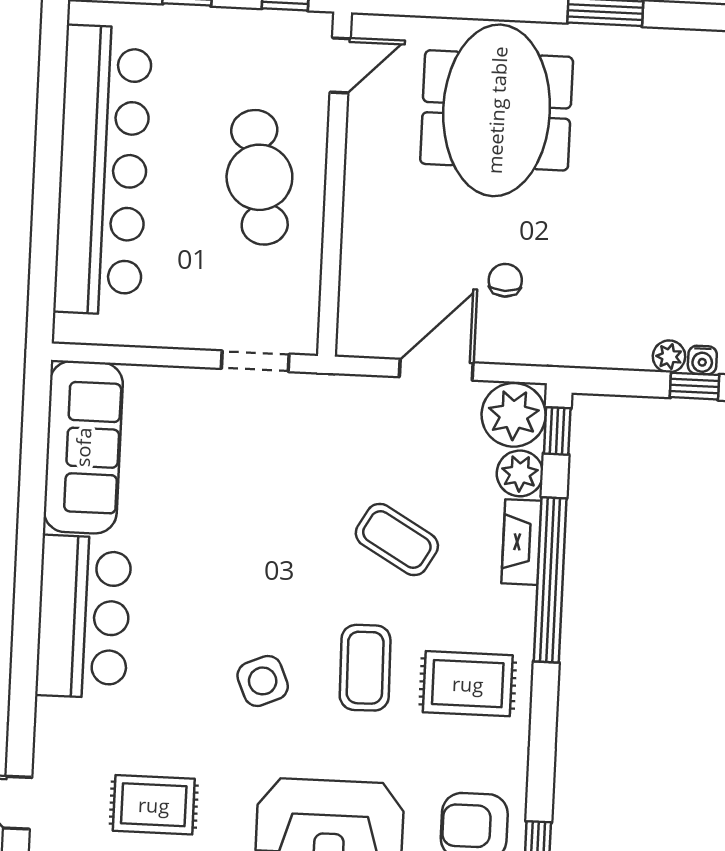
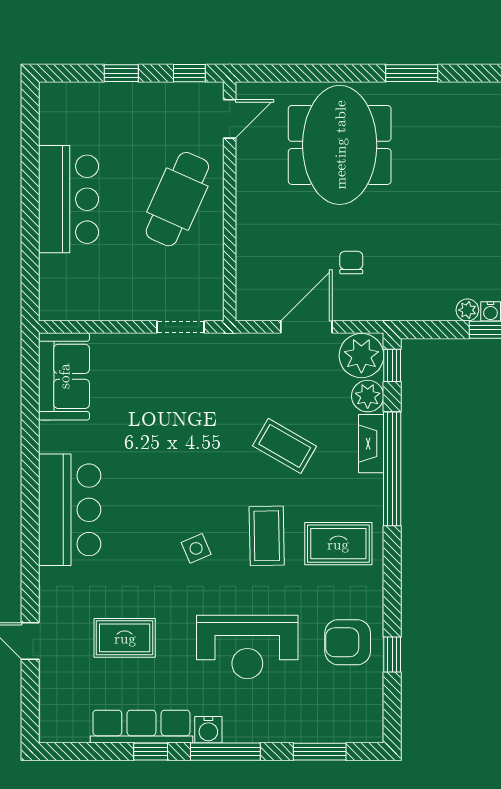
bar counter: (103, 170) -> (69, 199), width x0.54
cafe table: (259, 177) -> (177, 199), turned 33
sofa: (83, 447) -> (64, 376), width x0.73
side table: (263, 681) -> (196, 548), width x0.73, depth x0.73

